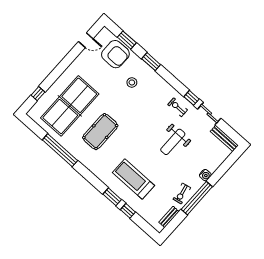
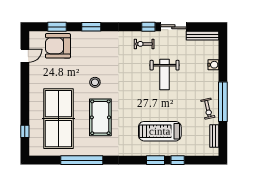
armchair: (115, 54) -> (58, 46), turned 180
stool: (132, 82) -> (95, 82), moved
water cooler: (205, 175) -> (213, 65), moved

